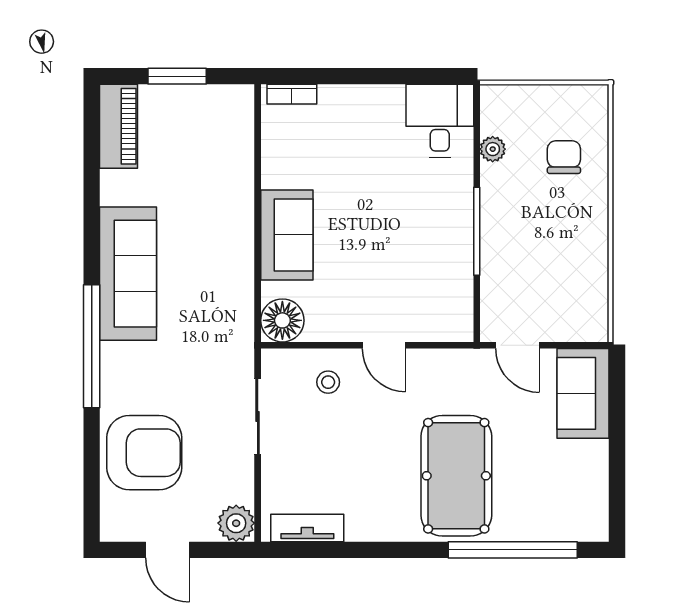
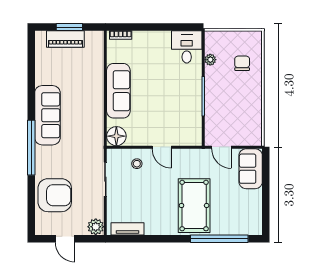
piano: (118, 126) -> (65, 39), moved, turned 90
sofa: (287, 235) -> (118, 91), width x1.36

